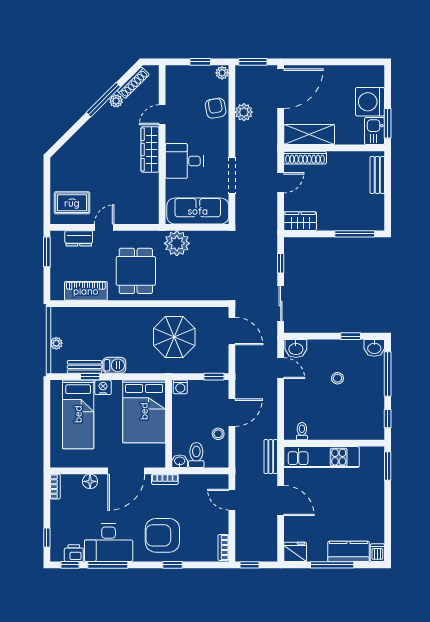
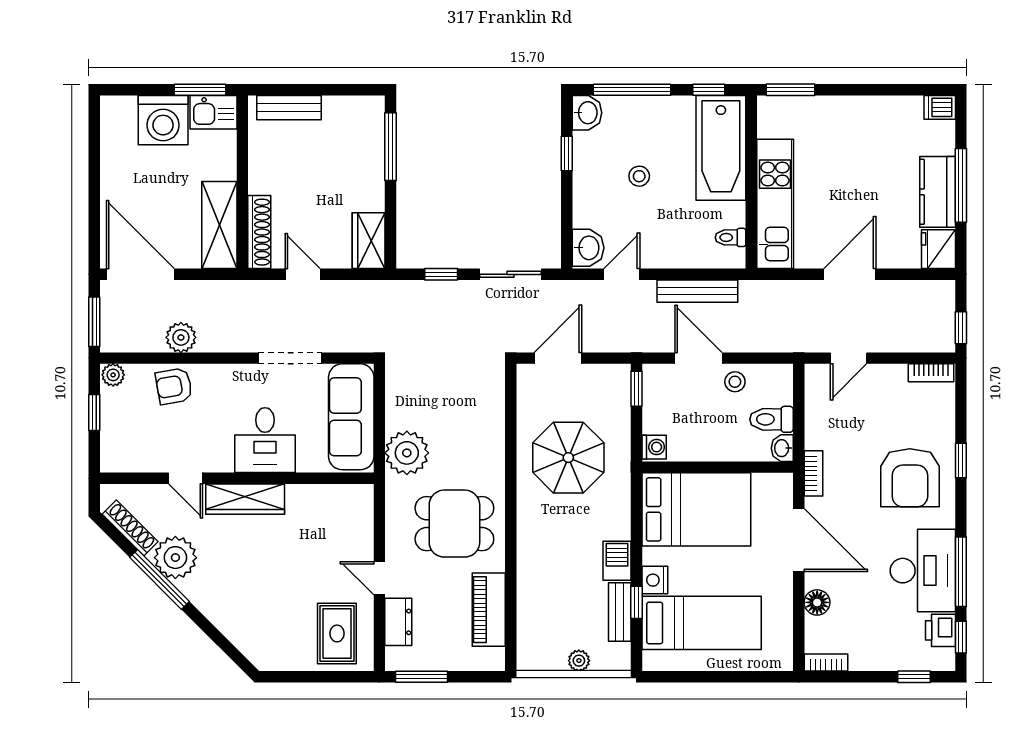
plant: (116, 101) -> (175, 558), width x1.88, depth x1.88
bathtub: (354, 426) -> (721, 148), added
bench: (271, 457) -> (697, 291), moved, width x1.36
kitchen counter: (348, 551) -> (938, 192), moved

